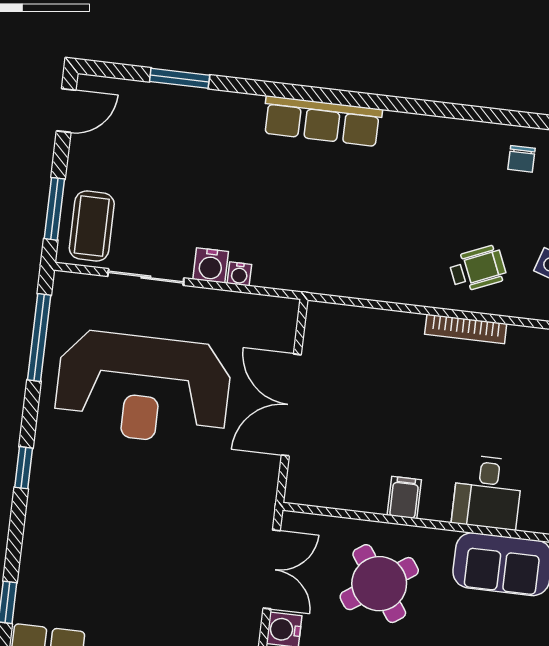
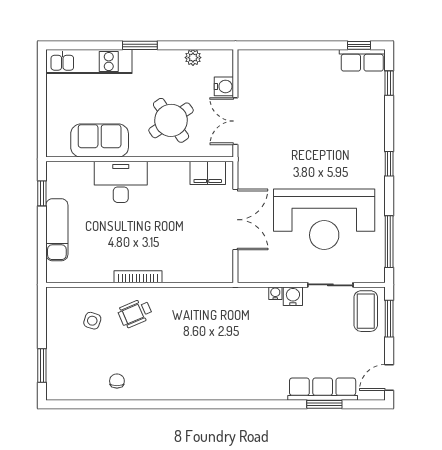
row of seats: (322, 121) -> (323, 389), moved
reception desk: (143, 388) -> (324, 219), turned 180
desk: (487, 492) -> (121, 182), width x1.37
filing cabinet: (404, 498) -> (208, 173), moved, width x2.00

